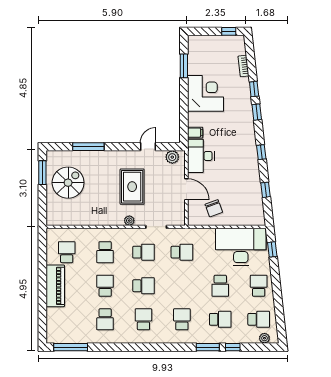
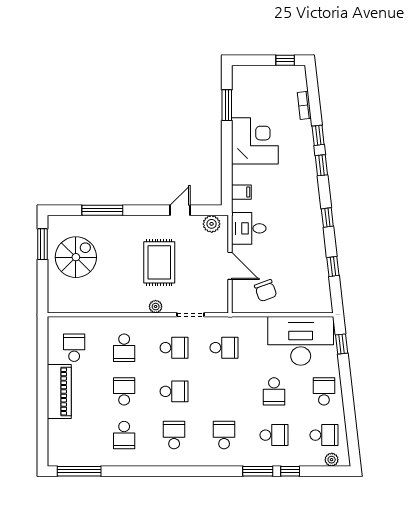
desk: (201, 156) -> (249, 228), width x0.73

